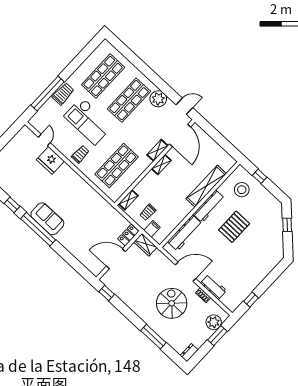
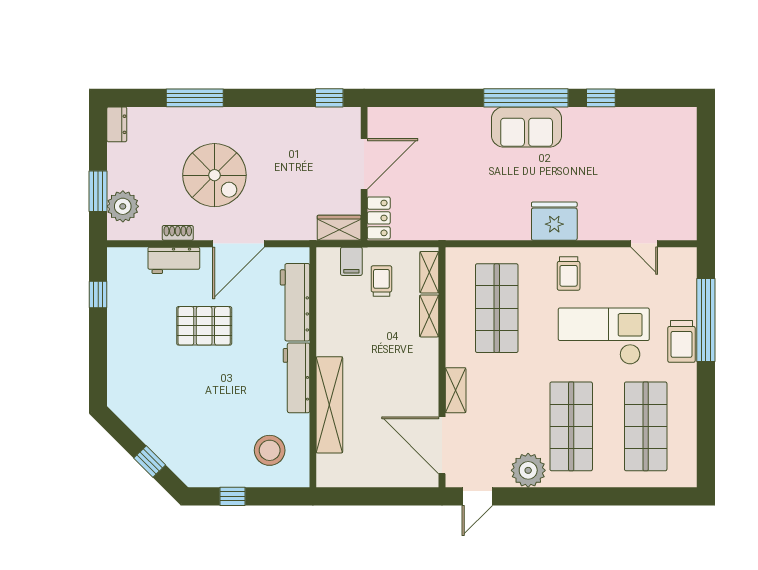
fridge: (50, 160) -> (554, 221), moved
shelving: (161, 165) -> (429, 316), moved
window: (260, 176) -> (233, 496), moved
pallet: (234, 227) -> (204, 326), moved, turned 90

